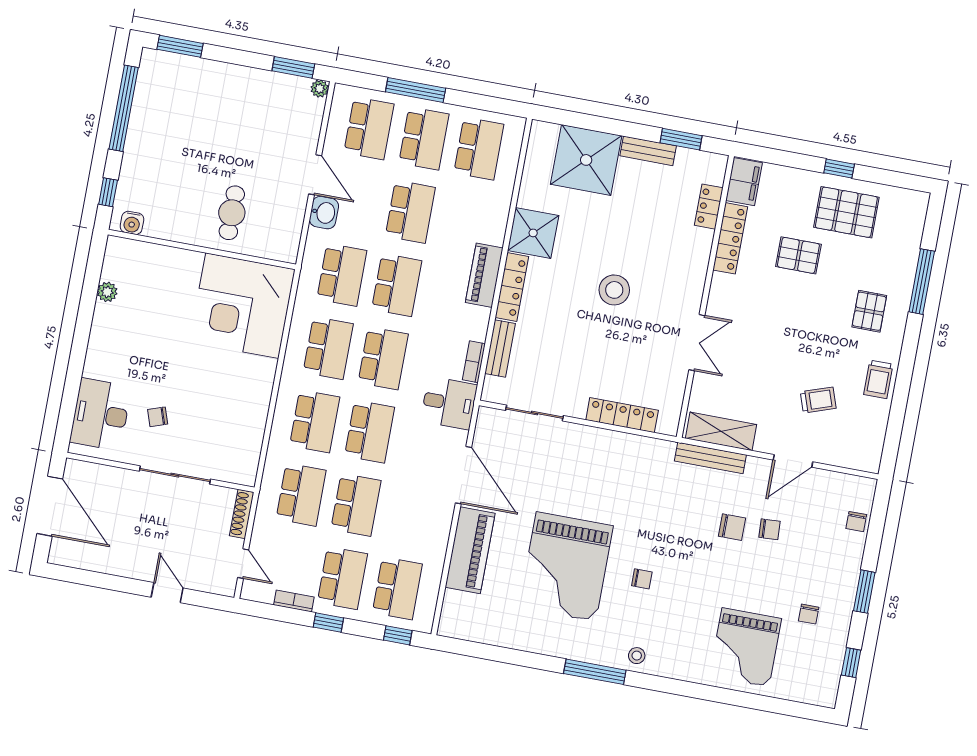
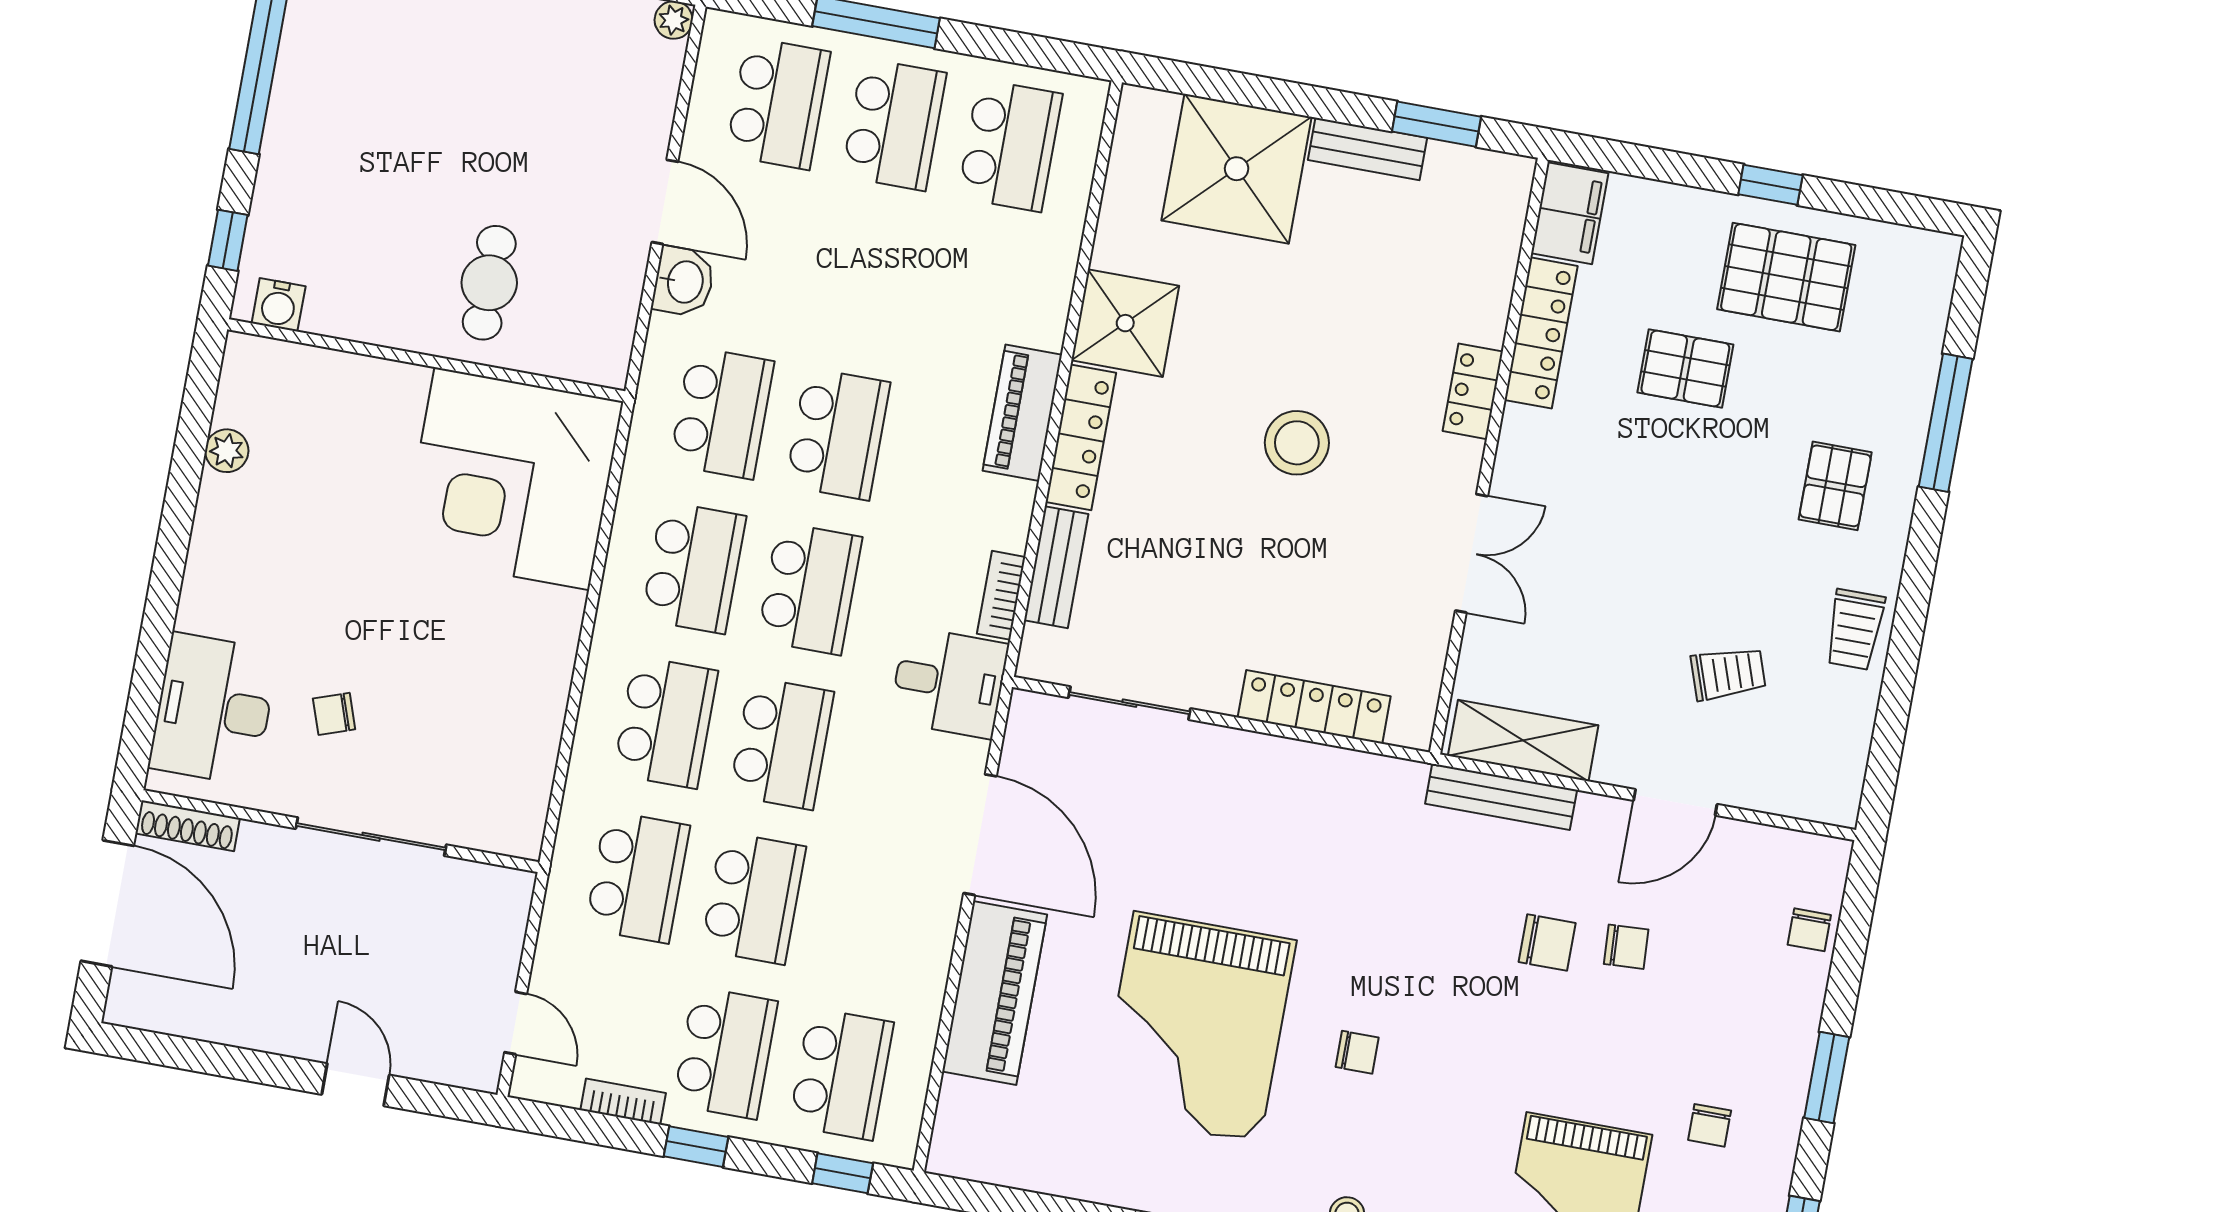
locker: (709, 207) -> (1473, 391), moved
school desk: (410, 212) -> (866, 279), removed
shoe rack: (242, 514) -> (188, 826), moved, turned -90

